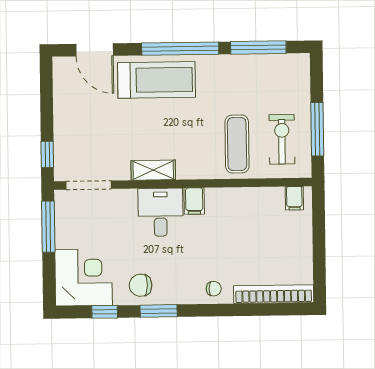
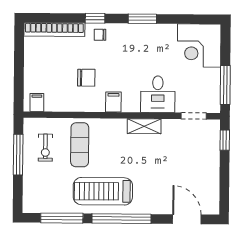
treadmill: (157, 80) -> (103, 191), moved
exercise bike: (282, 139) -> (45, 148), width x0.73, depth x0.72
doorway: (89, 185) -> (194, 116), width x0.73
desk: (160, 212) -> (158, 94), moved
chair: (141, 285) -> (86, 78), moved
window: (105, 312) -> (95, 18), moved

